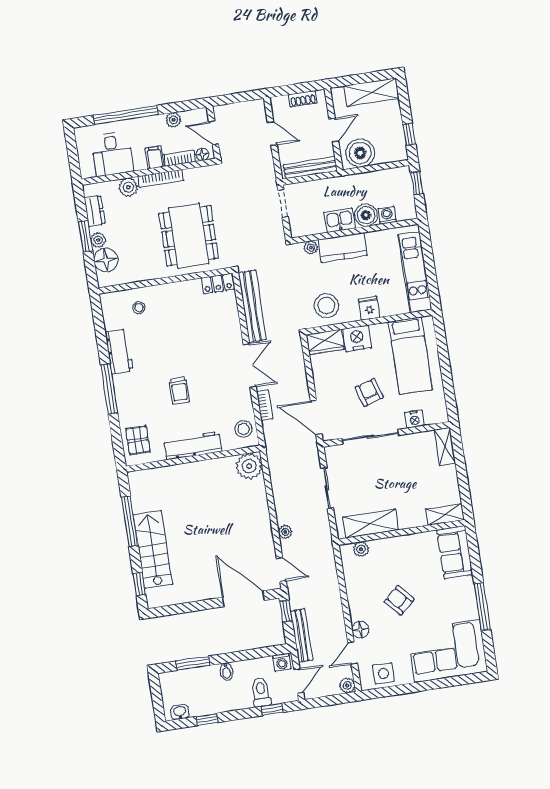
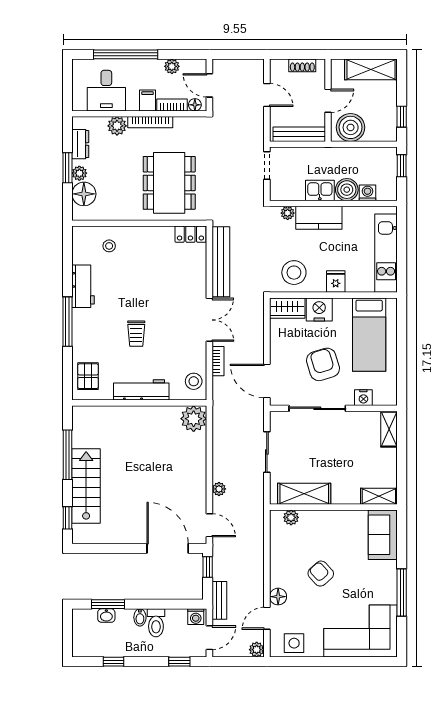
armchair: (369, 392) -> (323, 364), width x1.38, depth x1.38
bench: (302, 636) -> (219, 600), width x0.73
toilet: (261, 692) -> (156, 623), moved, turned 180
washbasin: (180, 712) -> (106, 616), moved, turned 180

